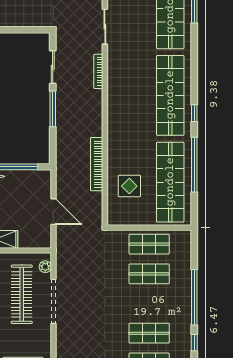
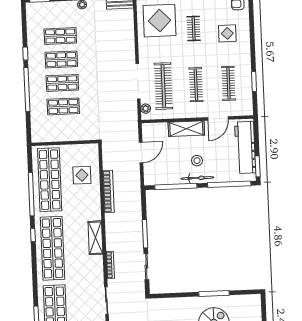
shelving: (115, 106) -> (95, 238), added
door: (53, 212) -> (141, 152), swing flipped
shop shelf: (149, 244) -> (62, 83), moved

